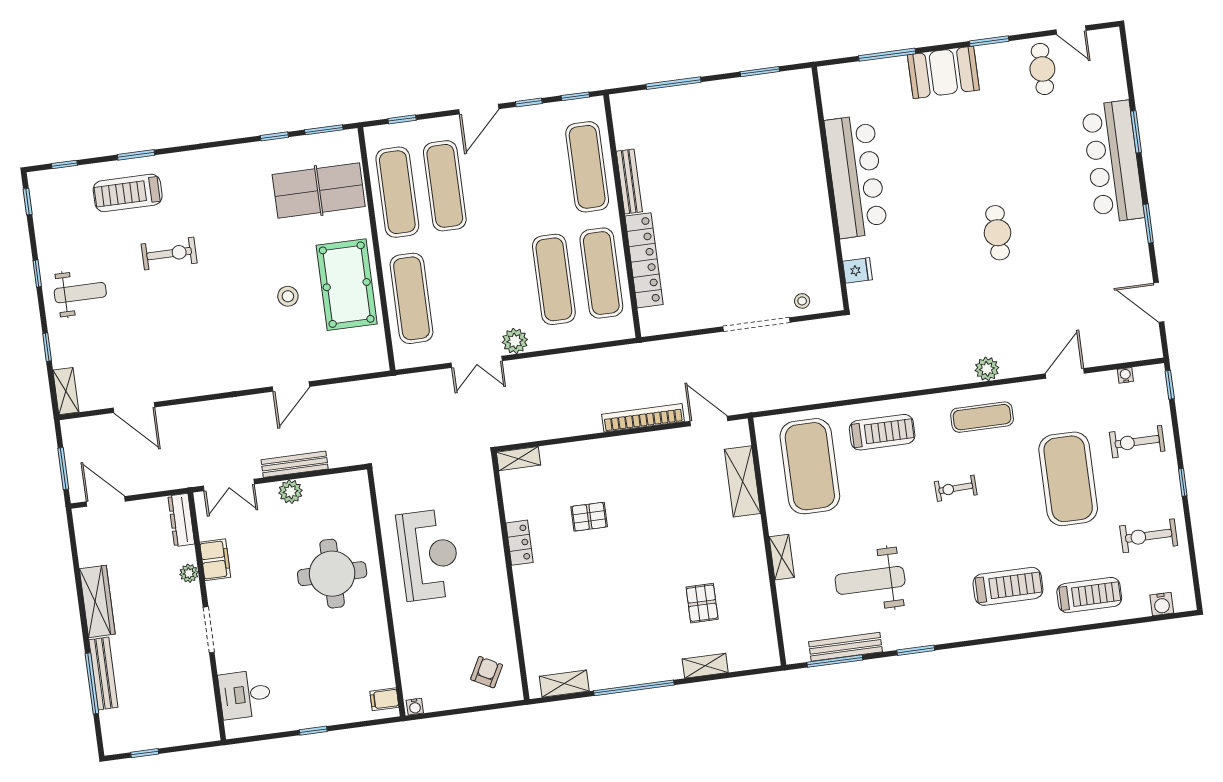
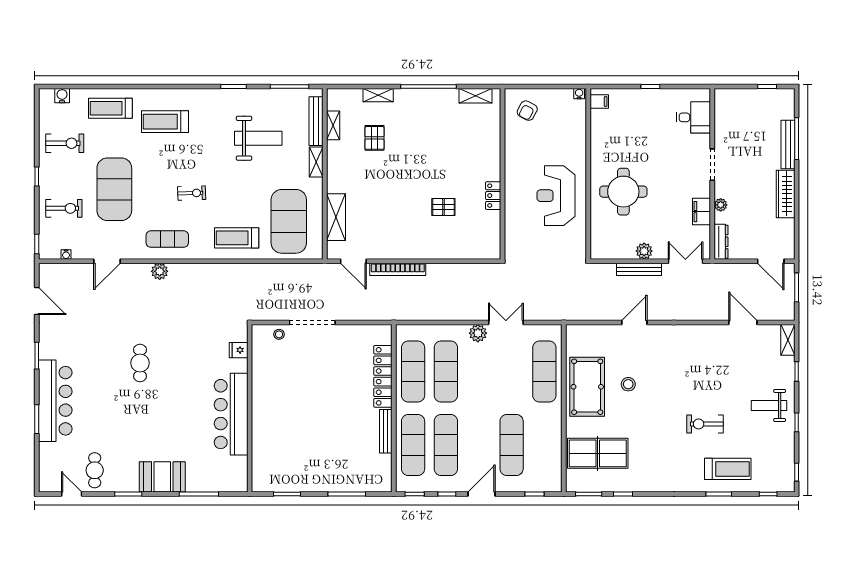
exercise mat: (397, 192) -> (446, 445), moved
shelving: (519, 459) -> (333, 125), moved, turned 90
bench: (846, 647) -> (316, 121), moved, turned 90

